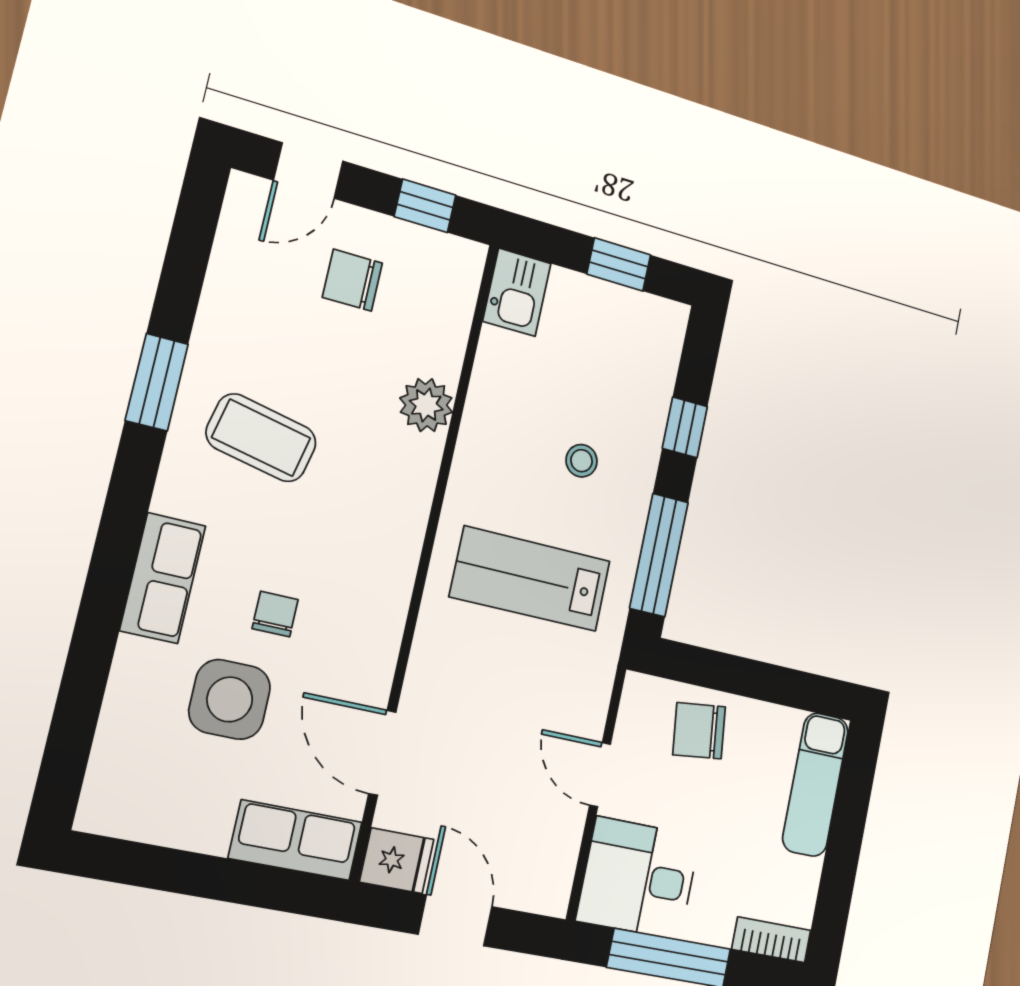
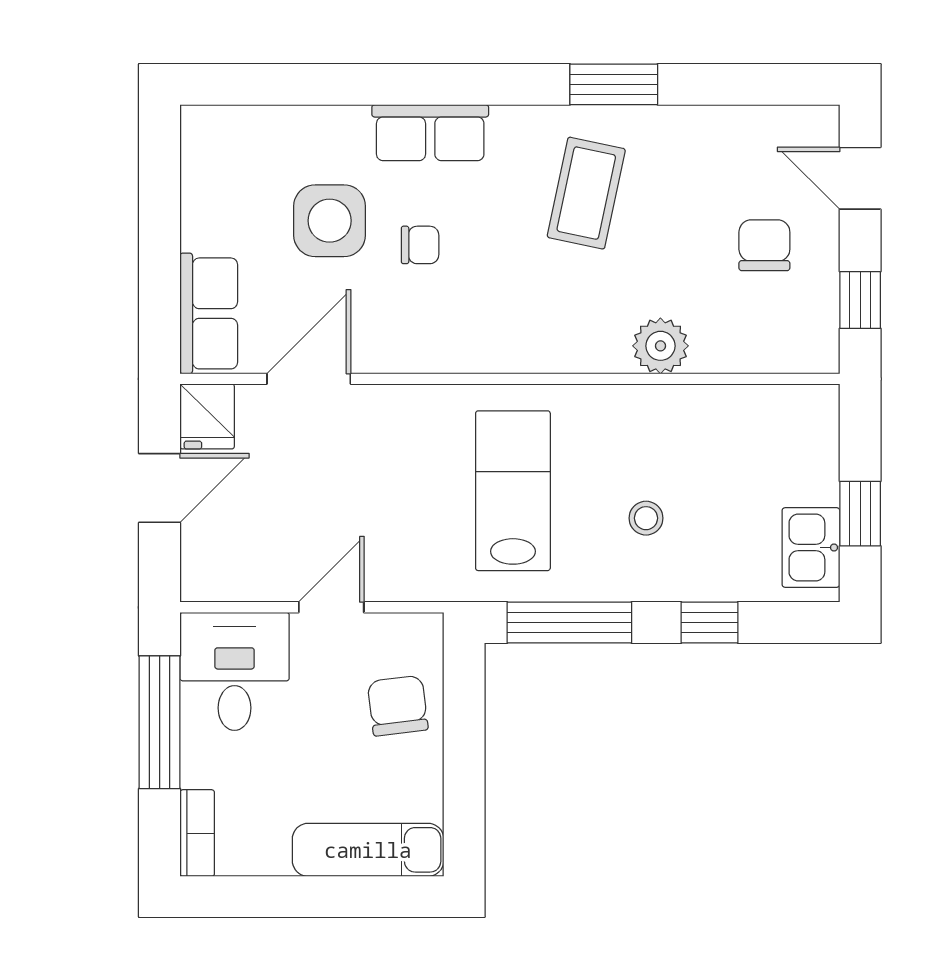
kitchen sink: (517, 292) -> (811, 548), moved, turned 90

